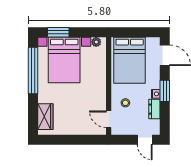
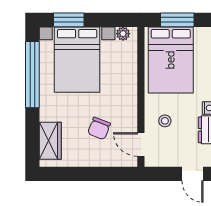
window: (134, 32) -> (177, 20), added
chair: (80, 108) -> (99, 128), added

